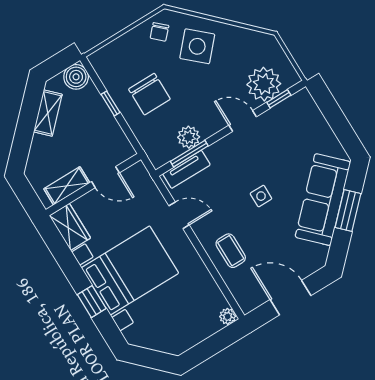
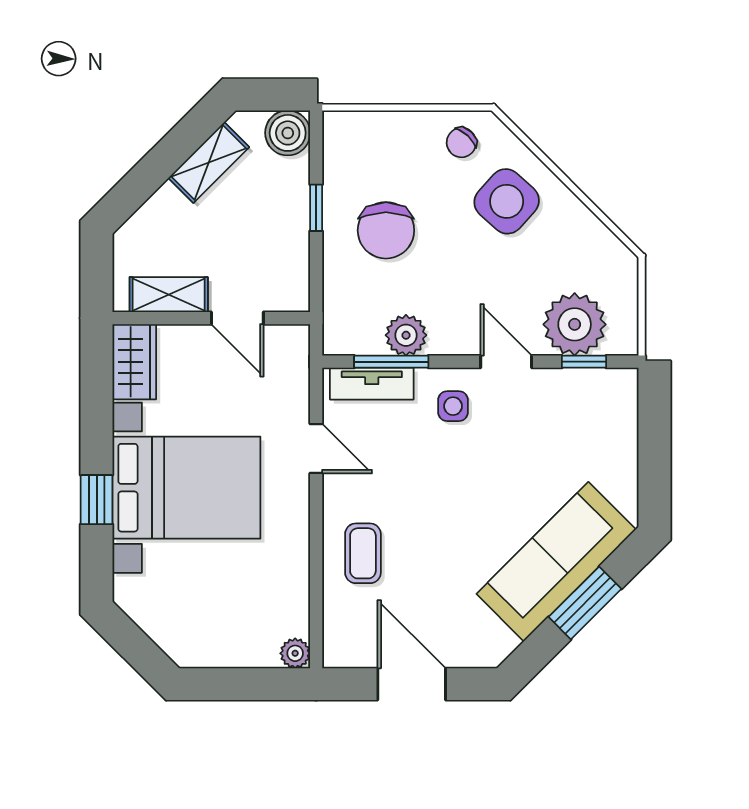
side table: (261, 196) -> (453, 406), moved

